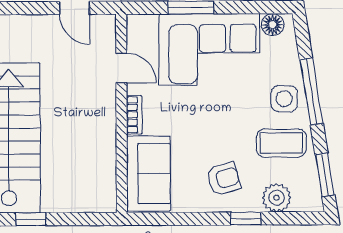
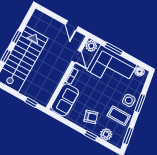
plant: (140, 28) -> (91, 46), added
window: (311, 91) -> (140, 103), width x0.69
window: (31, 219) -> (31, 102), moved

